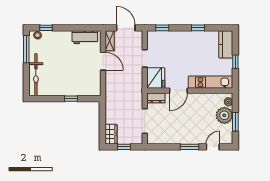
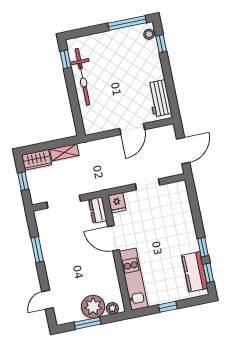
window: (162, 28) -> (208, 273), moved
shelving: (110, 41) -> (64, 152), moved
kitchen counter: (226, 44) -> (195, 272), moved, turned -90
bicycle: (36, 75) -> (82, 77), moved, turned -90
fridge: (156, 78) -> (117, 203), width x0.53, depth x0.75
window: (71, 99) -> (66, 59), moved
window: (189, 147) -> (37, 250), moved
door: (213, 147) -> (48, 300), swing flipped

